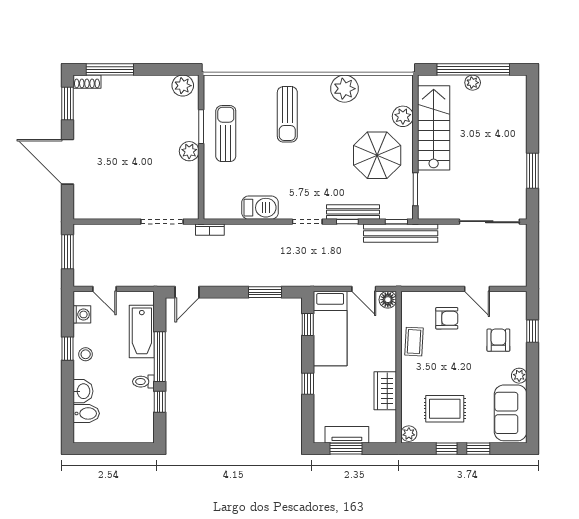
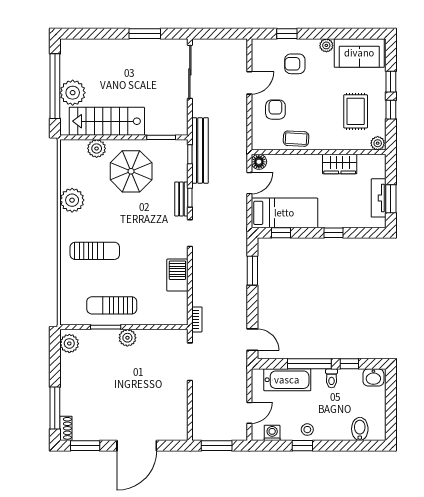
plant: (473, 83) -> (73, 93), width x1.88, depth x1.88
bench: (353, 212) -> (181, 199), width x0.73
washbasin: (83, 391) -> (373, 377), moved, turned 180

